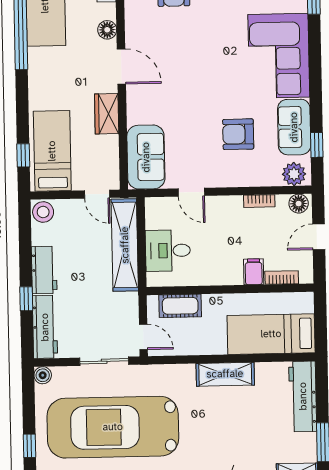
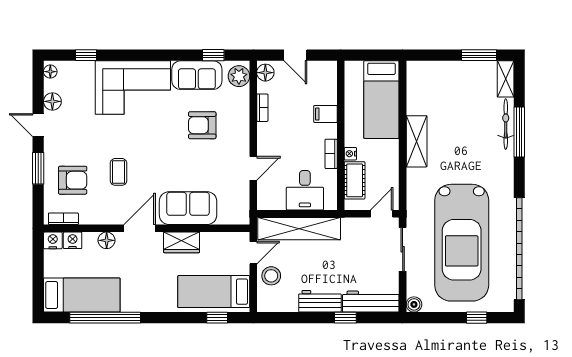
coffee table: (184, 42) -> (119, 172), added
armchair: (238, 134) -> (202, 125), turned 90
sofa: (146, 157) -> (188, 208), moved
stool: (43, 212) -> (271, 276), moved
bookcase: (282, 277) -> (331, 154), moved
nightstand: (210, 301) -> (350, 154), added
workbench: (303, 396) -> (438, 73), removed

